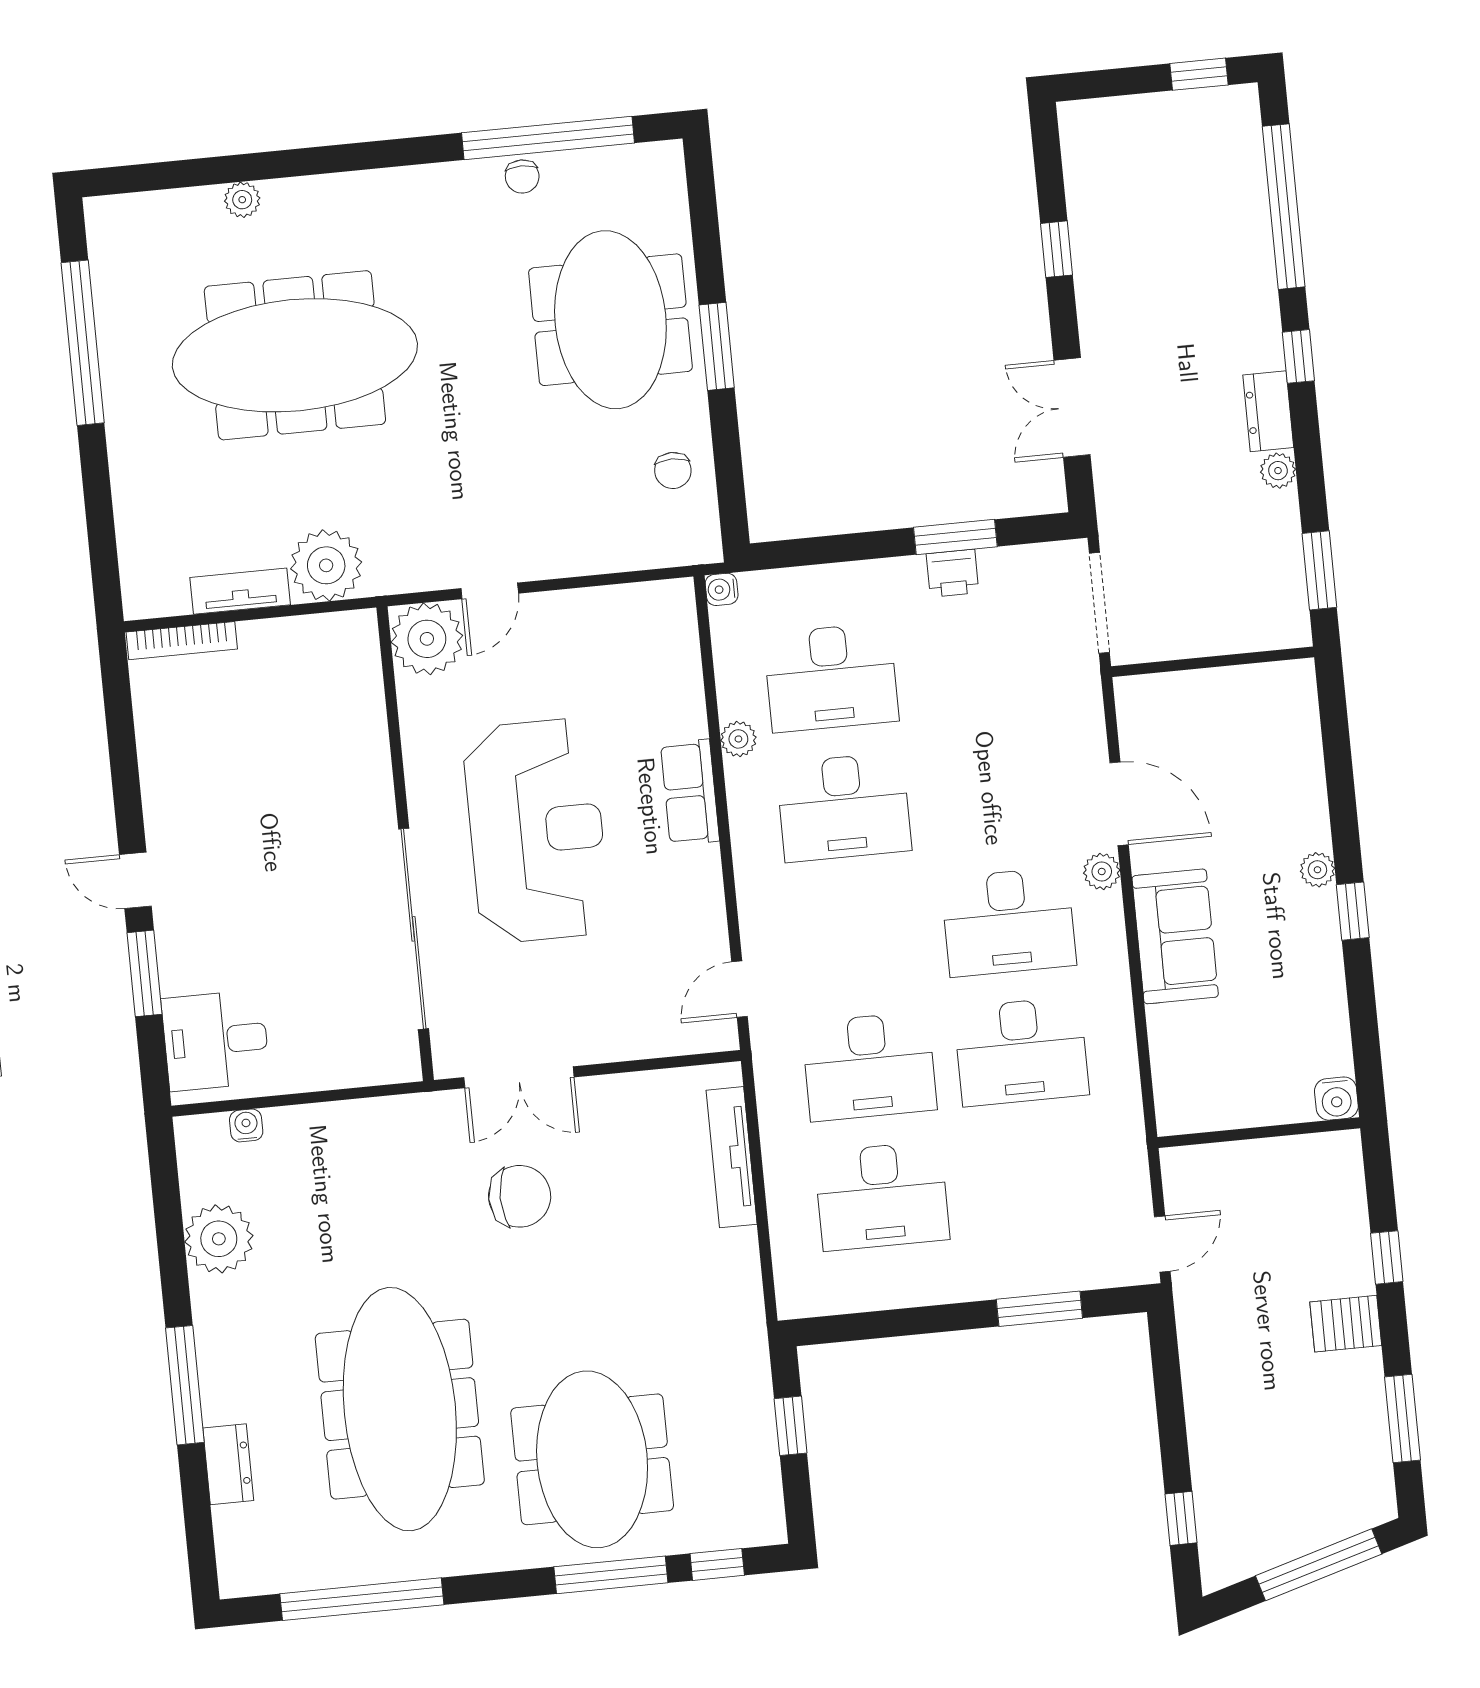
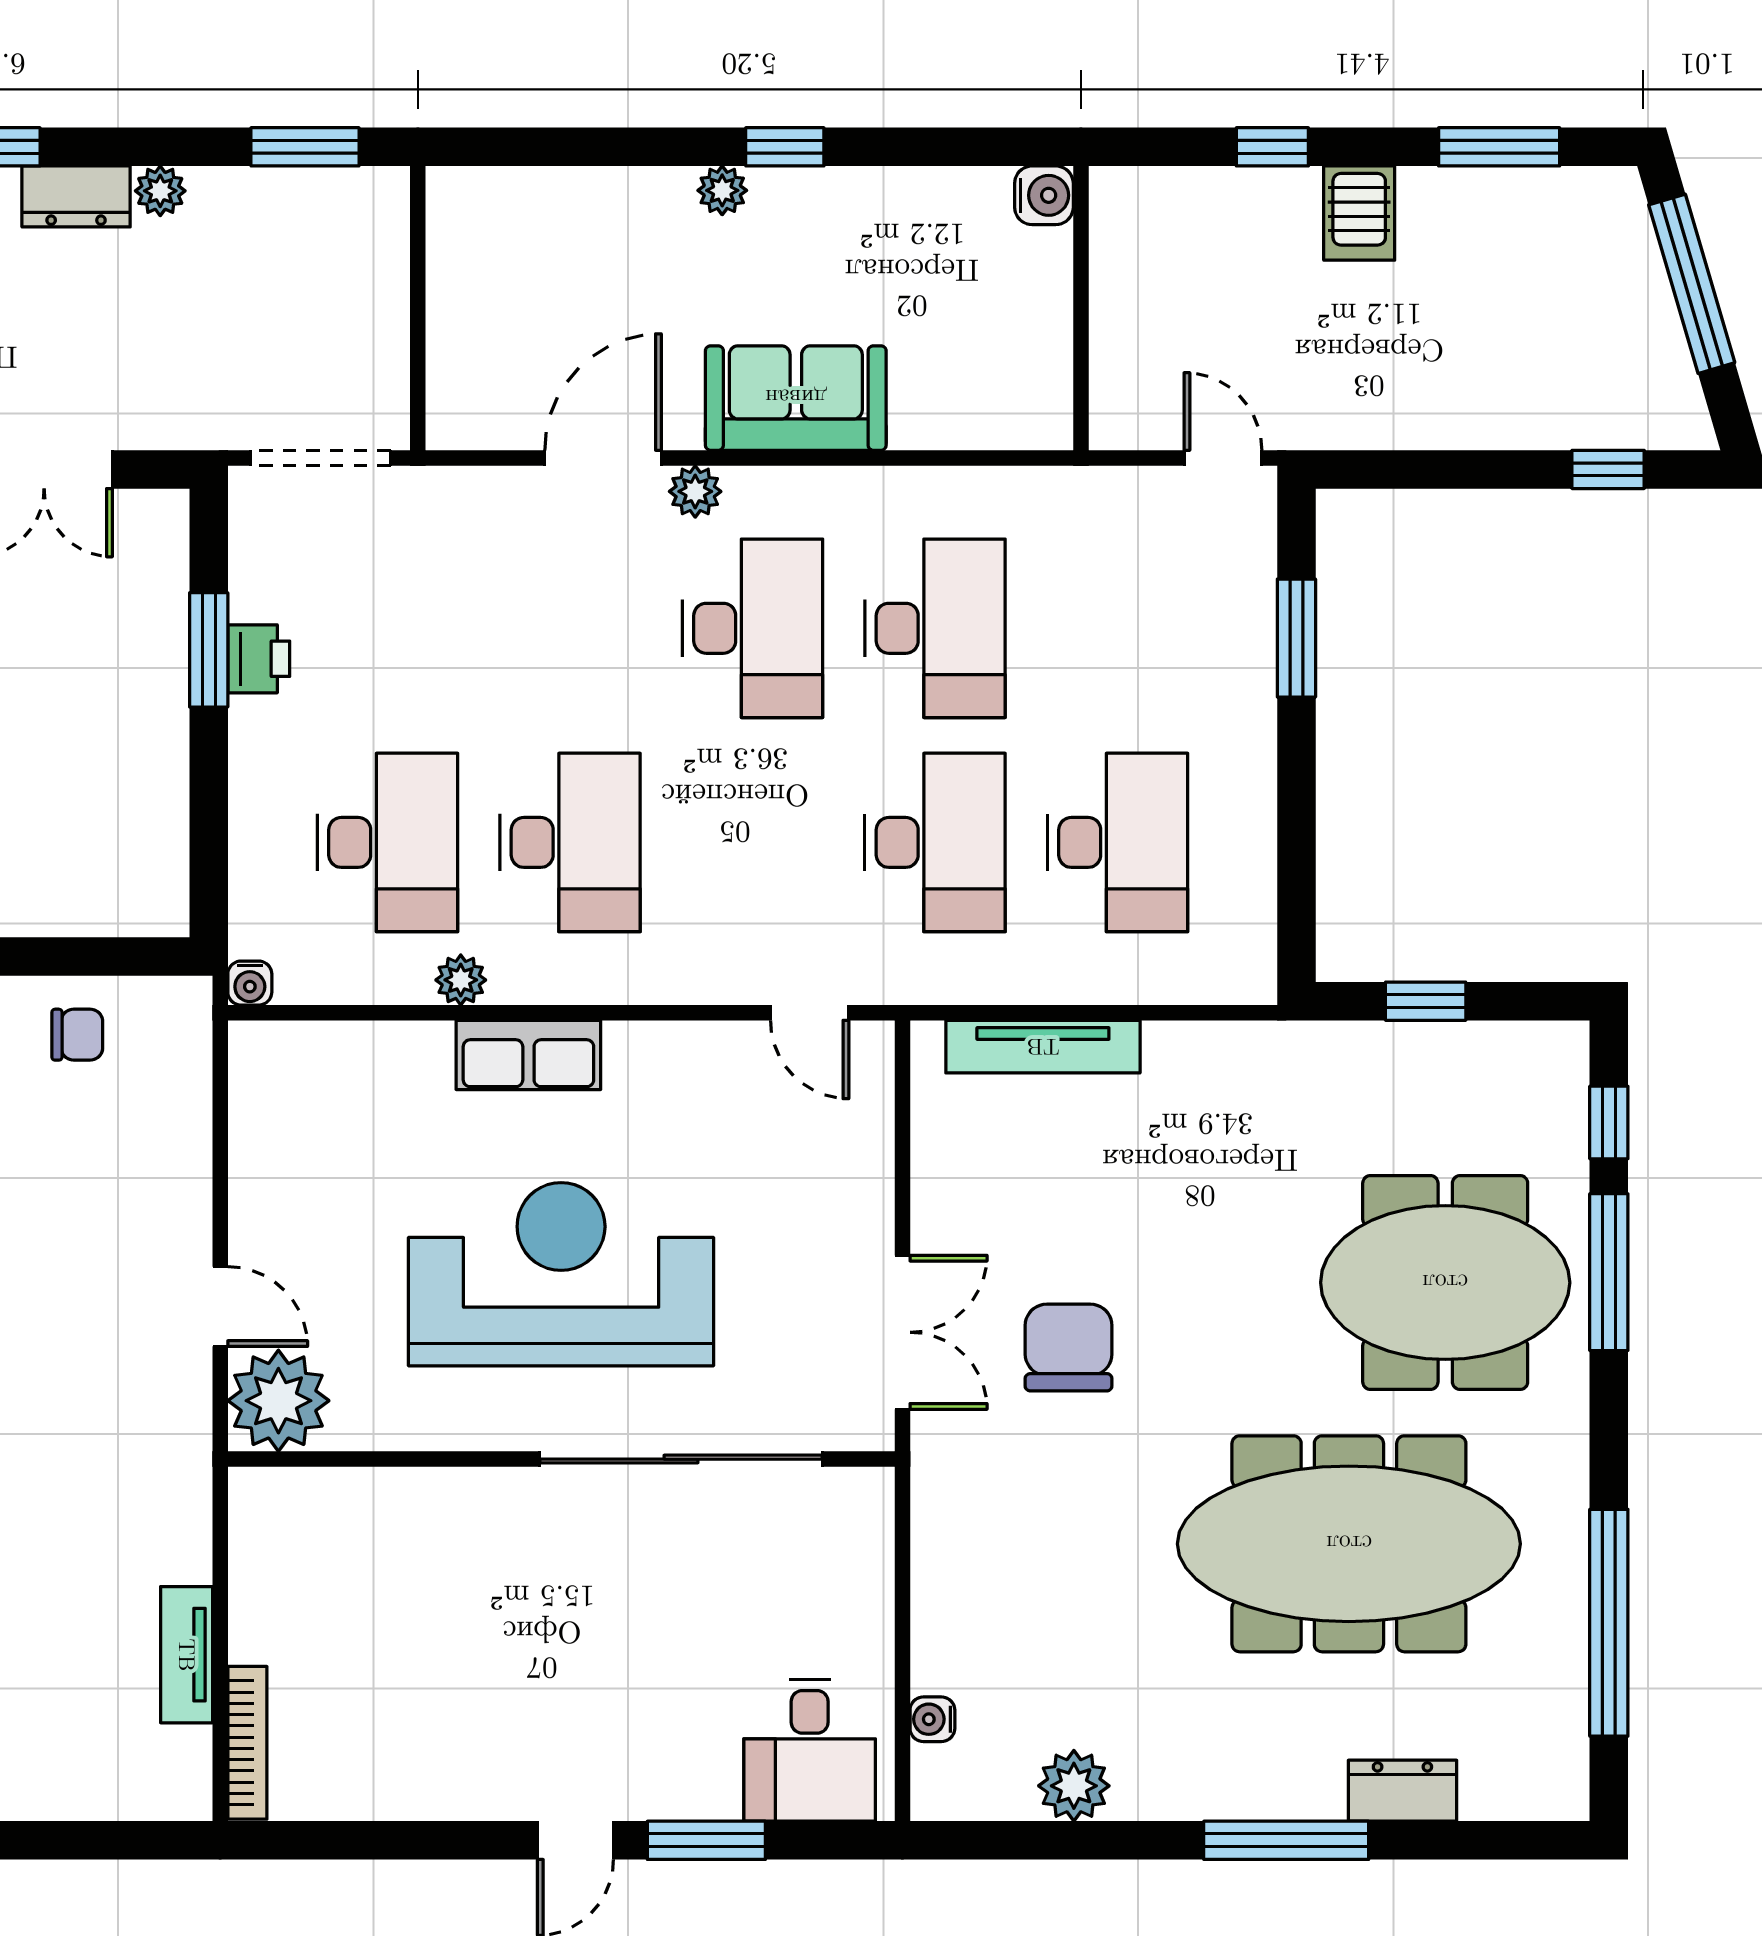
plant: (326, 565) -> (162, 1531), removed
plant: (219, 1239) -> (1074, 1786), width x0.73, depth x0.73

